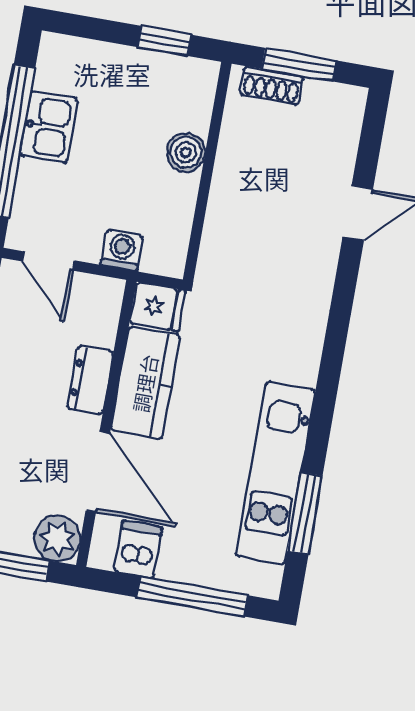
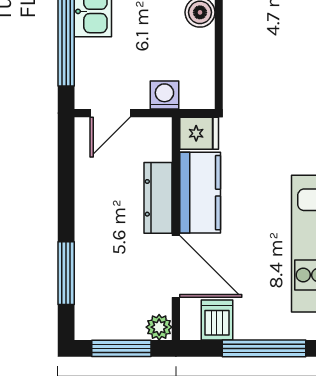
door: (48, 261) -> (110, 113), hinge flipped
dresser: (90, 380) -> (158, 198), width x1.44
plant: (57, 538) -> (159, 327), width x0.73, depth x0.73

